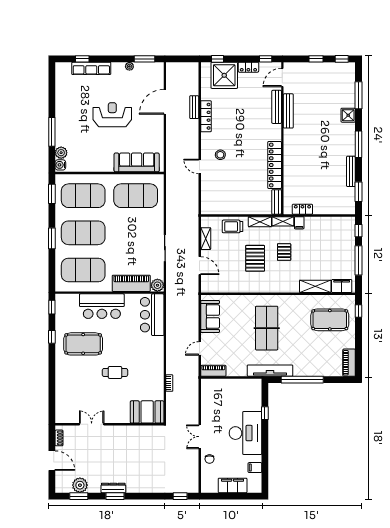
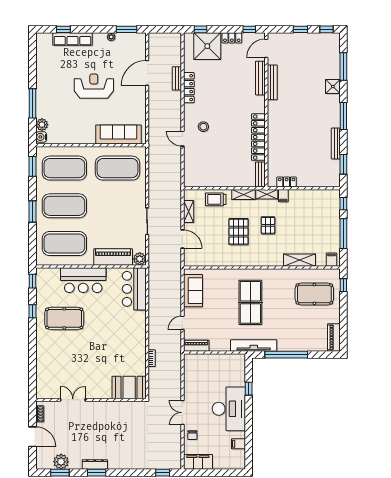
filing cabinet: (342, 286) -> (331, 260), width x0.50
cafe table: (115, 372) -> (97, 347), removed
filing cabinet: (233, 485) -> (198, 462), moved

